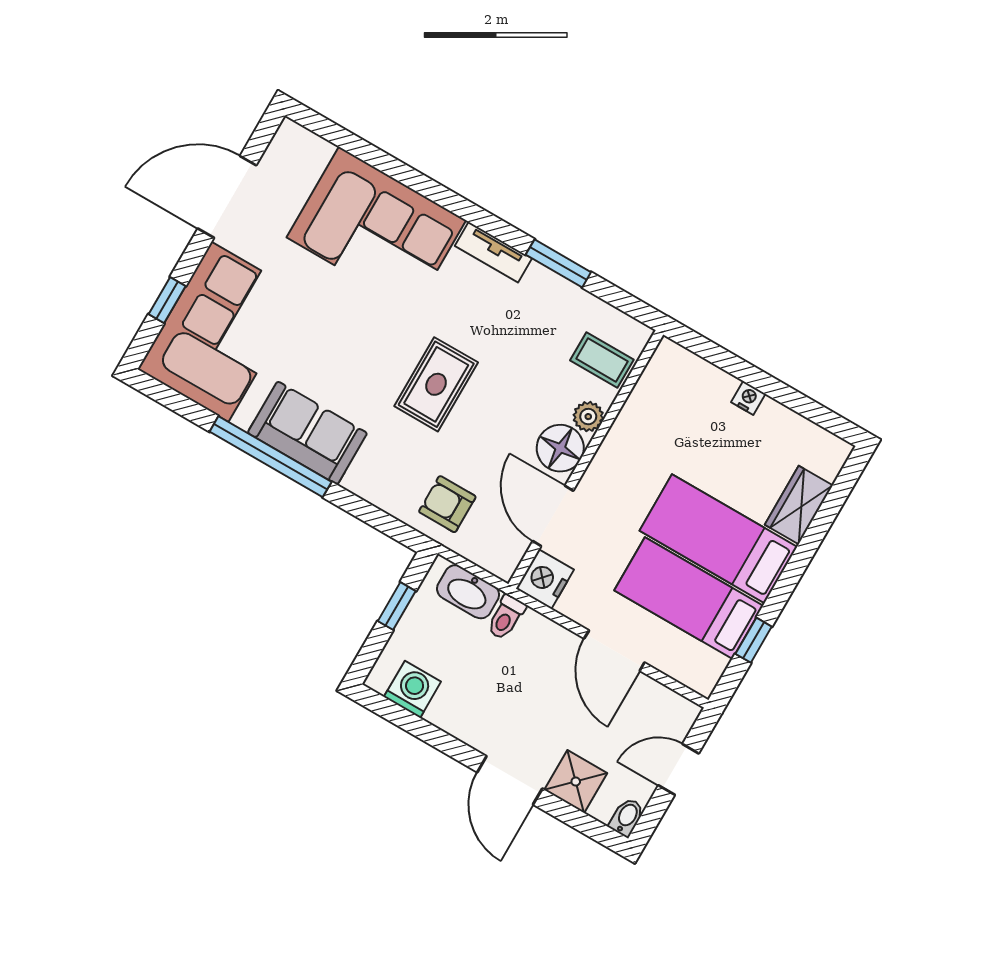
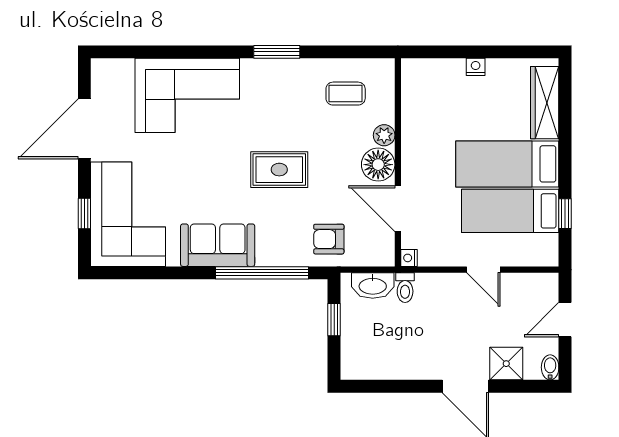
tv unit: (493, 252) -> (267, 68), removed
window: (558, 263) -> (277, 52), moved
coffee table: (602, 360) -> (346, 94), moved
rug: (436, 384) -> (279, 170), turned 90
window: (271, 457) -> (262, 273), moved
wardrobe: (799, 505) -> (545, 103), width x1.50
nightstand: (545, 579) -> (409, 258), width x0.53, depth x0.56
door: (614, 651) -> (483, 270), width x0.73
washing machine: (412, 689) -> (373, 365), removed

